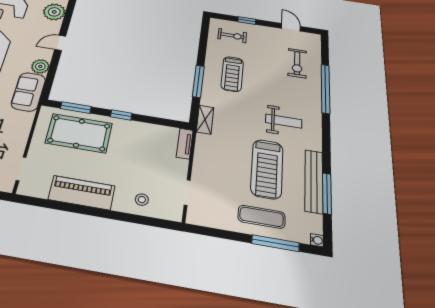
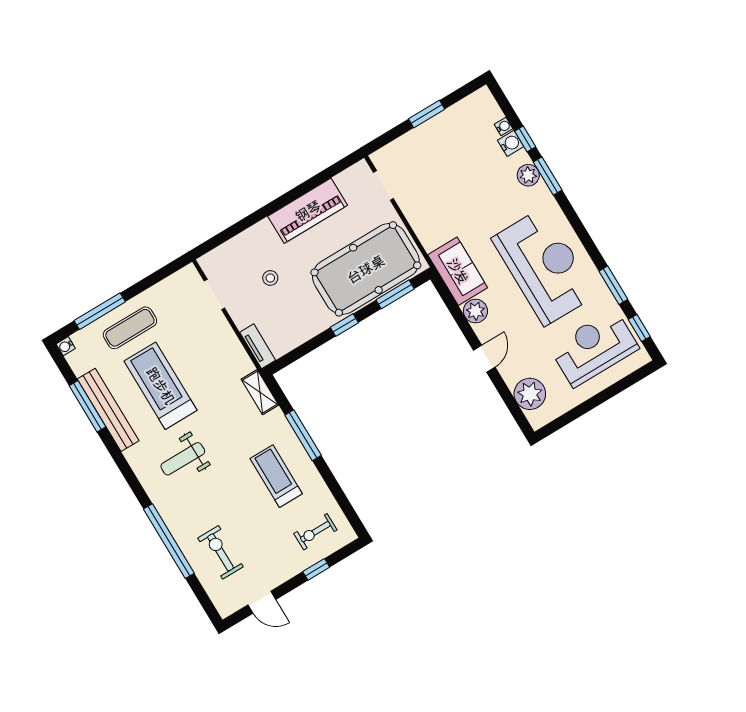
pool table: (79, 133) -> (366, 269), width x1.36, depth x1.32
stool: (142, 200) -> (270, 278), moved

